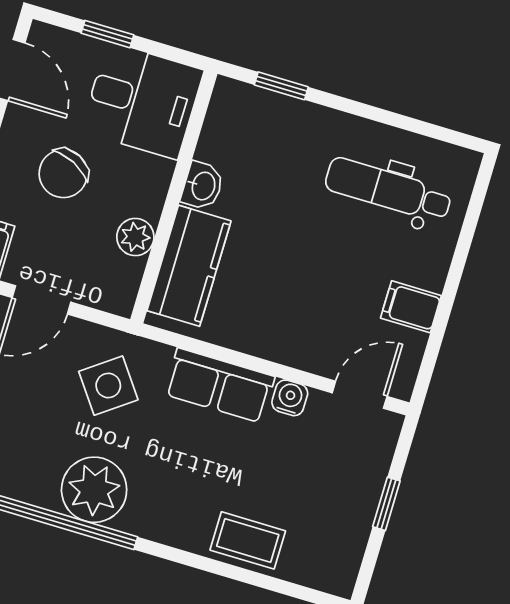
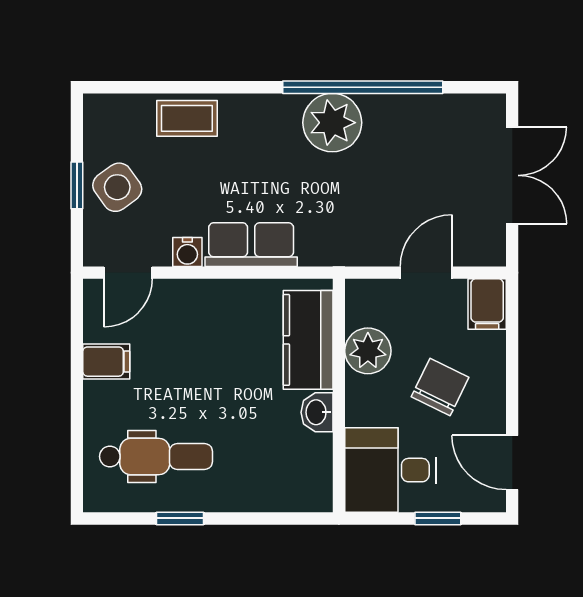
window: (281, 86) -> (180, 518), moved
plant: (135, 237) -> (368, 351), width x1.38, depth x1.38
side table: (108, 386) -> (117, 187), moved

